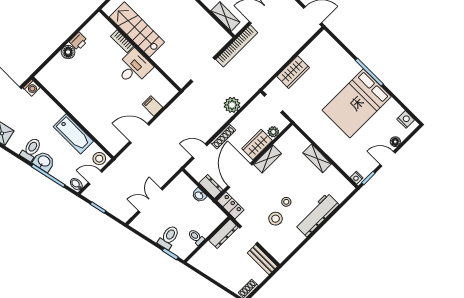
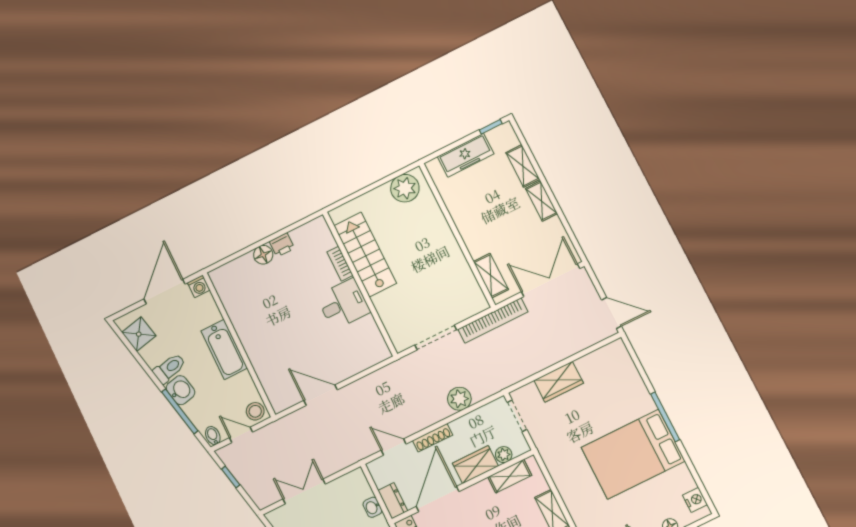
filing cabinet: (152, 106) -> (351, 364), removed
bathtub: (73, 134) -> (224, 349), moved
shelving: (267, 159) -> (510, 476), moved

